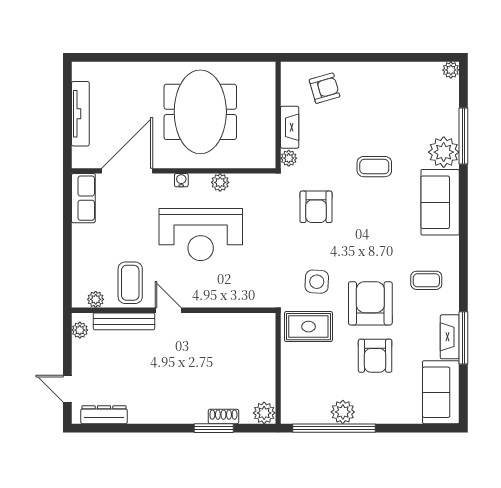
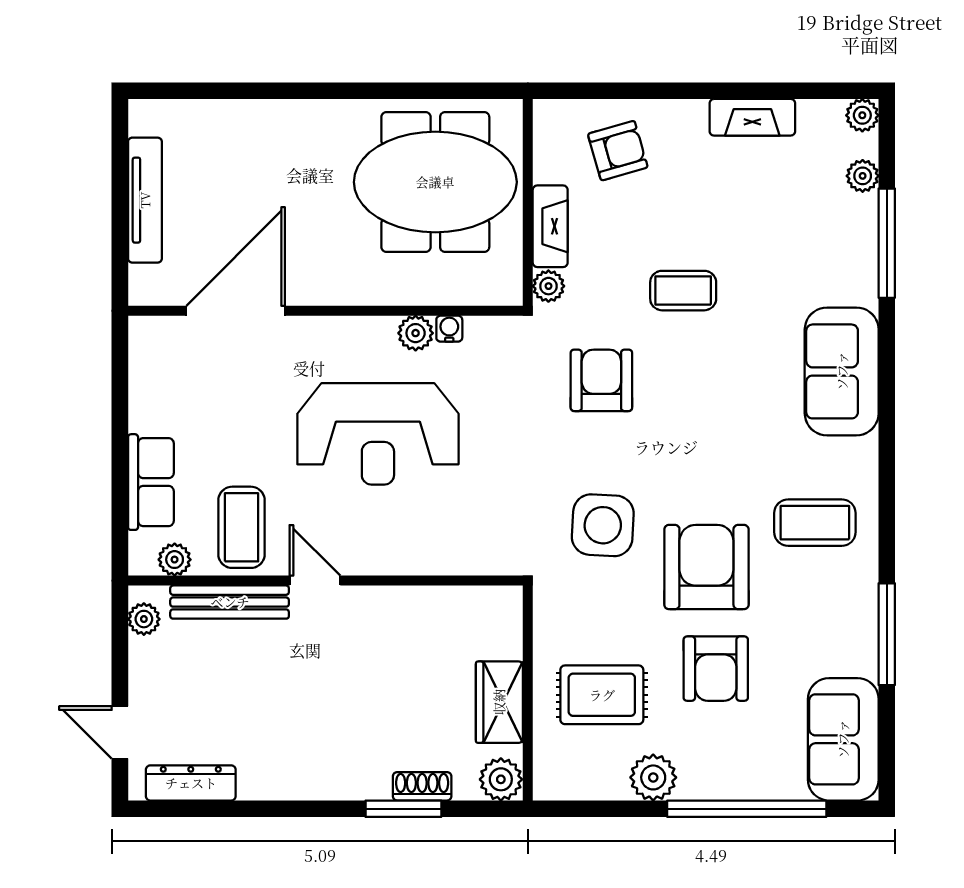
meeting table: (200, 112) -> (435, 182), moved, turned 90
plant: (444, 152) -> (863, 176), moved, width x0.53, depth x0.53
coffee table: (374, 167) -> (683, 291), moved
water cooler: (181, 180) -> (449, 329), moved
row of seats: (83, 198) -> (151, 482), moved
armchair: (316, 207) -> (601, 380), turned 180
coffee table: (426, 280) -> (815, 523), width x1.36, depth x1.30
side table: (317, 282) -> (603, 525), width x1.37, depth x1.37
rug: (308, 327) -> (602, 695), moved
fireplace: (450, 337) -> (752, 117), moved, turned -90
wardrobe: (263, 373) -> (499, 702), added
window: (334, 428) -> (747, 809), moved

